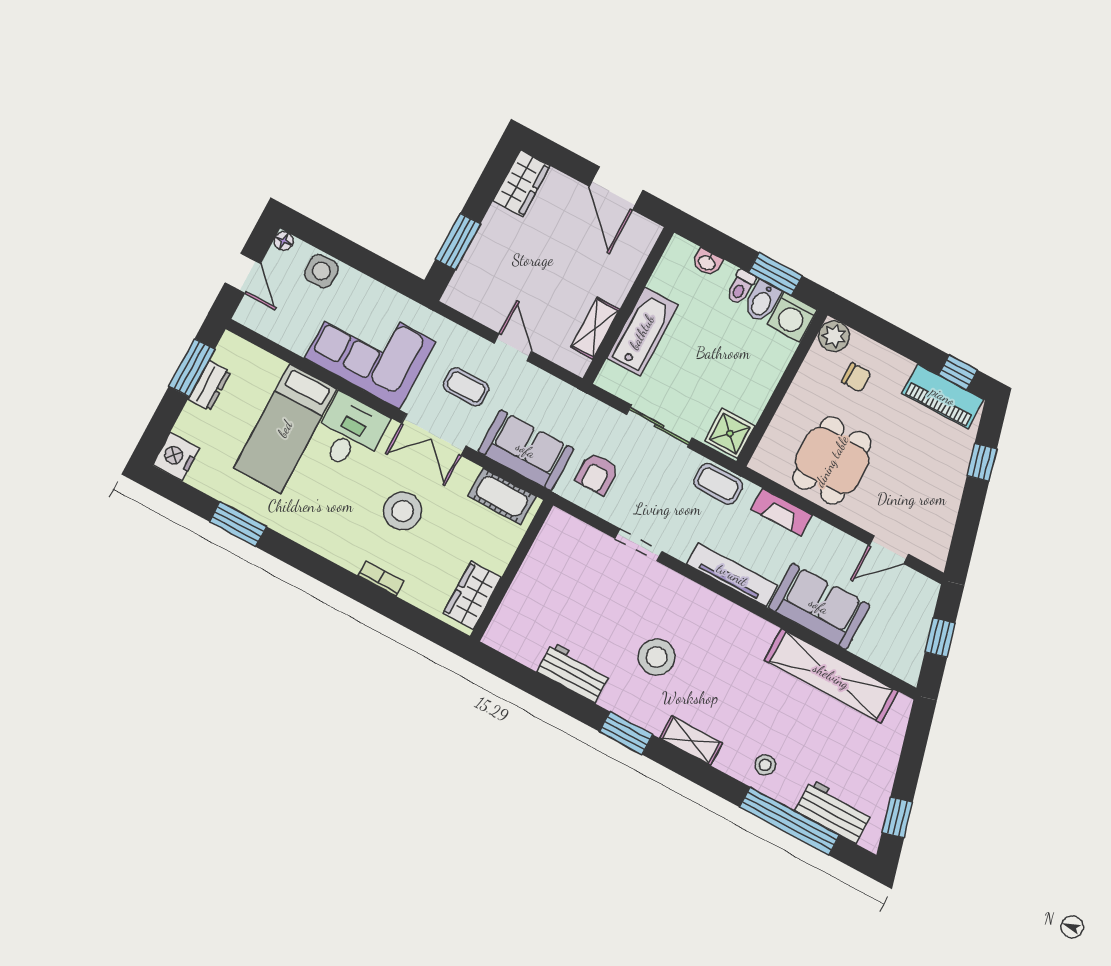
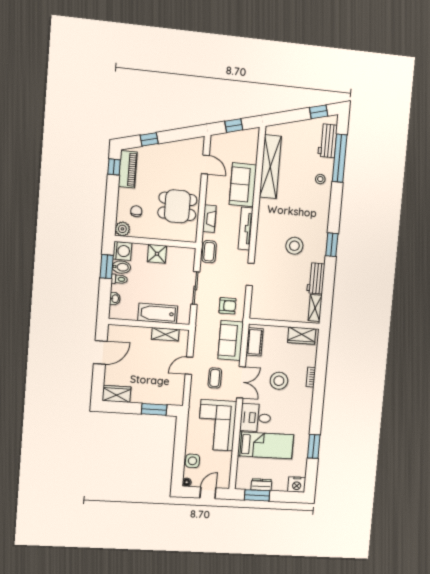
shower: (730, 433) -> (157, 254), moved
shelving: (691, 740) -> (315, 308), moved

